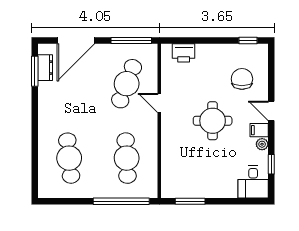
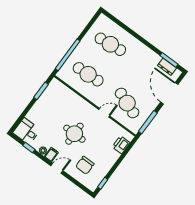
chair: (242, 79) -> (85, 165), turned 90

